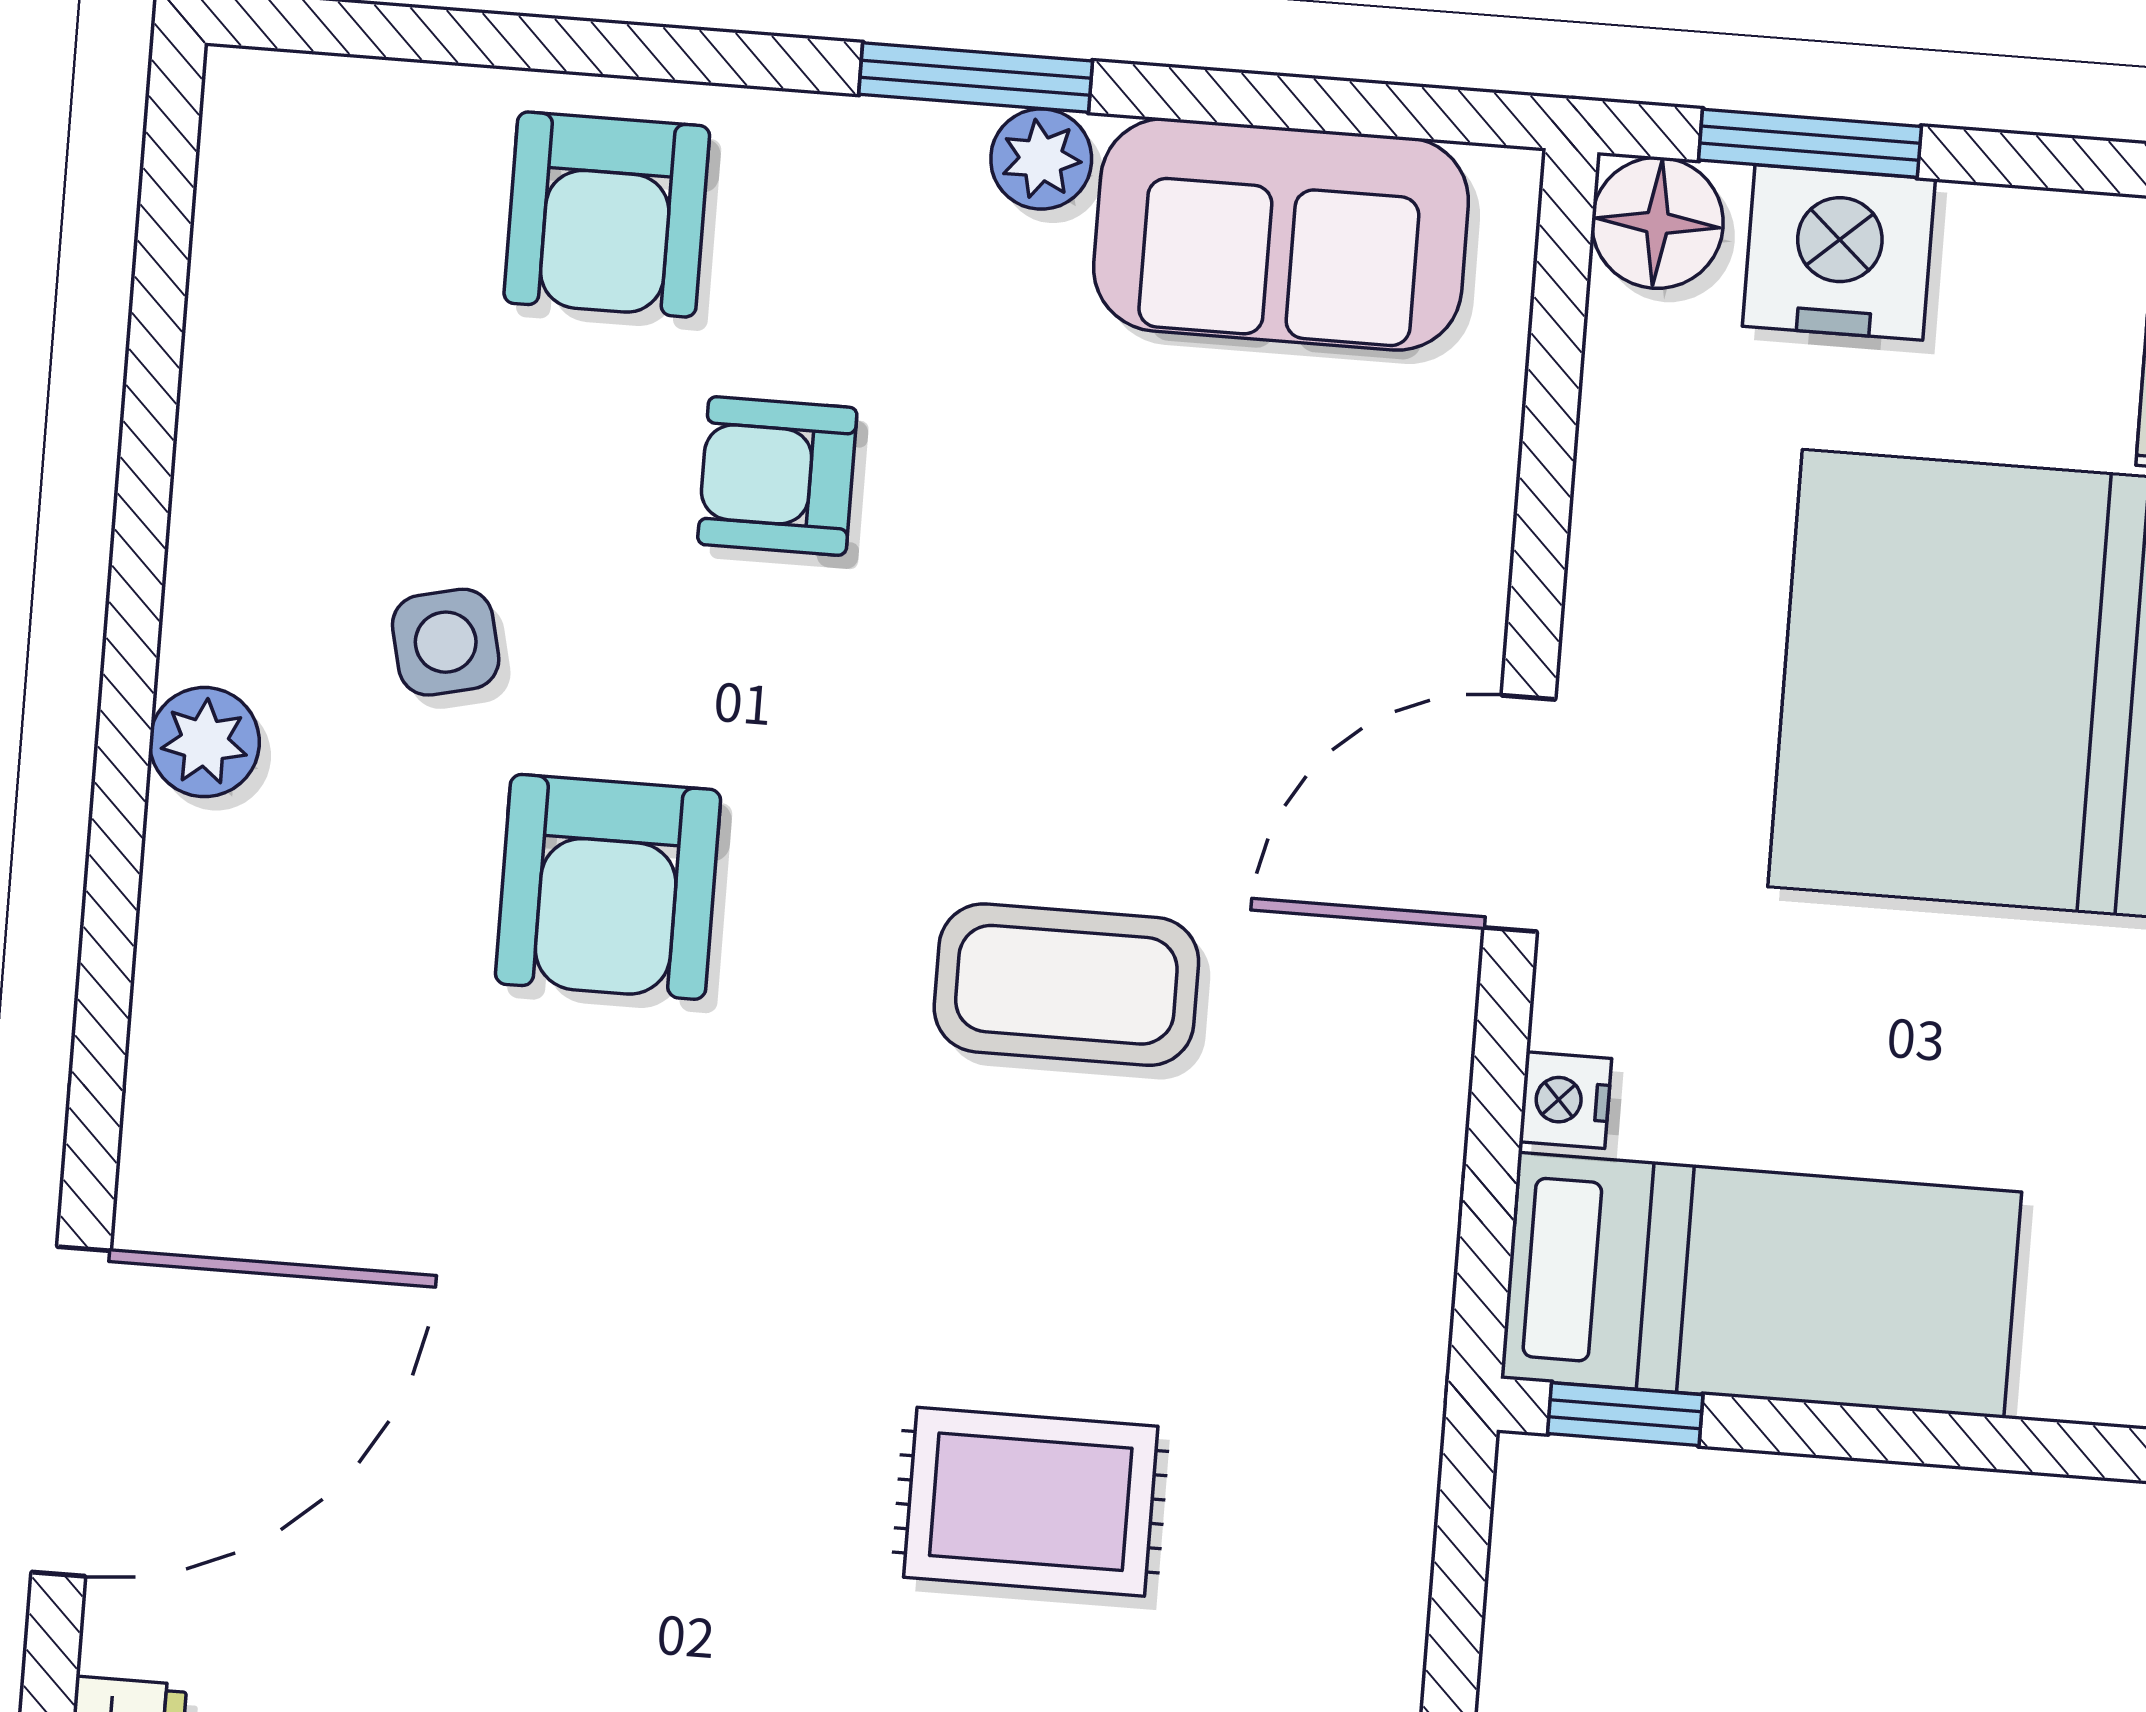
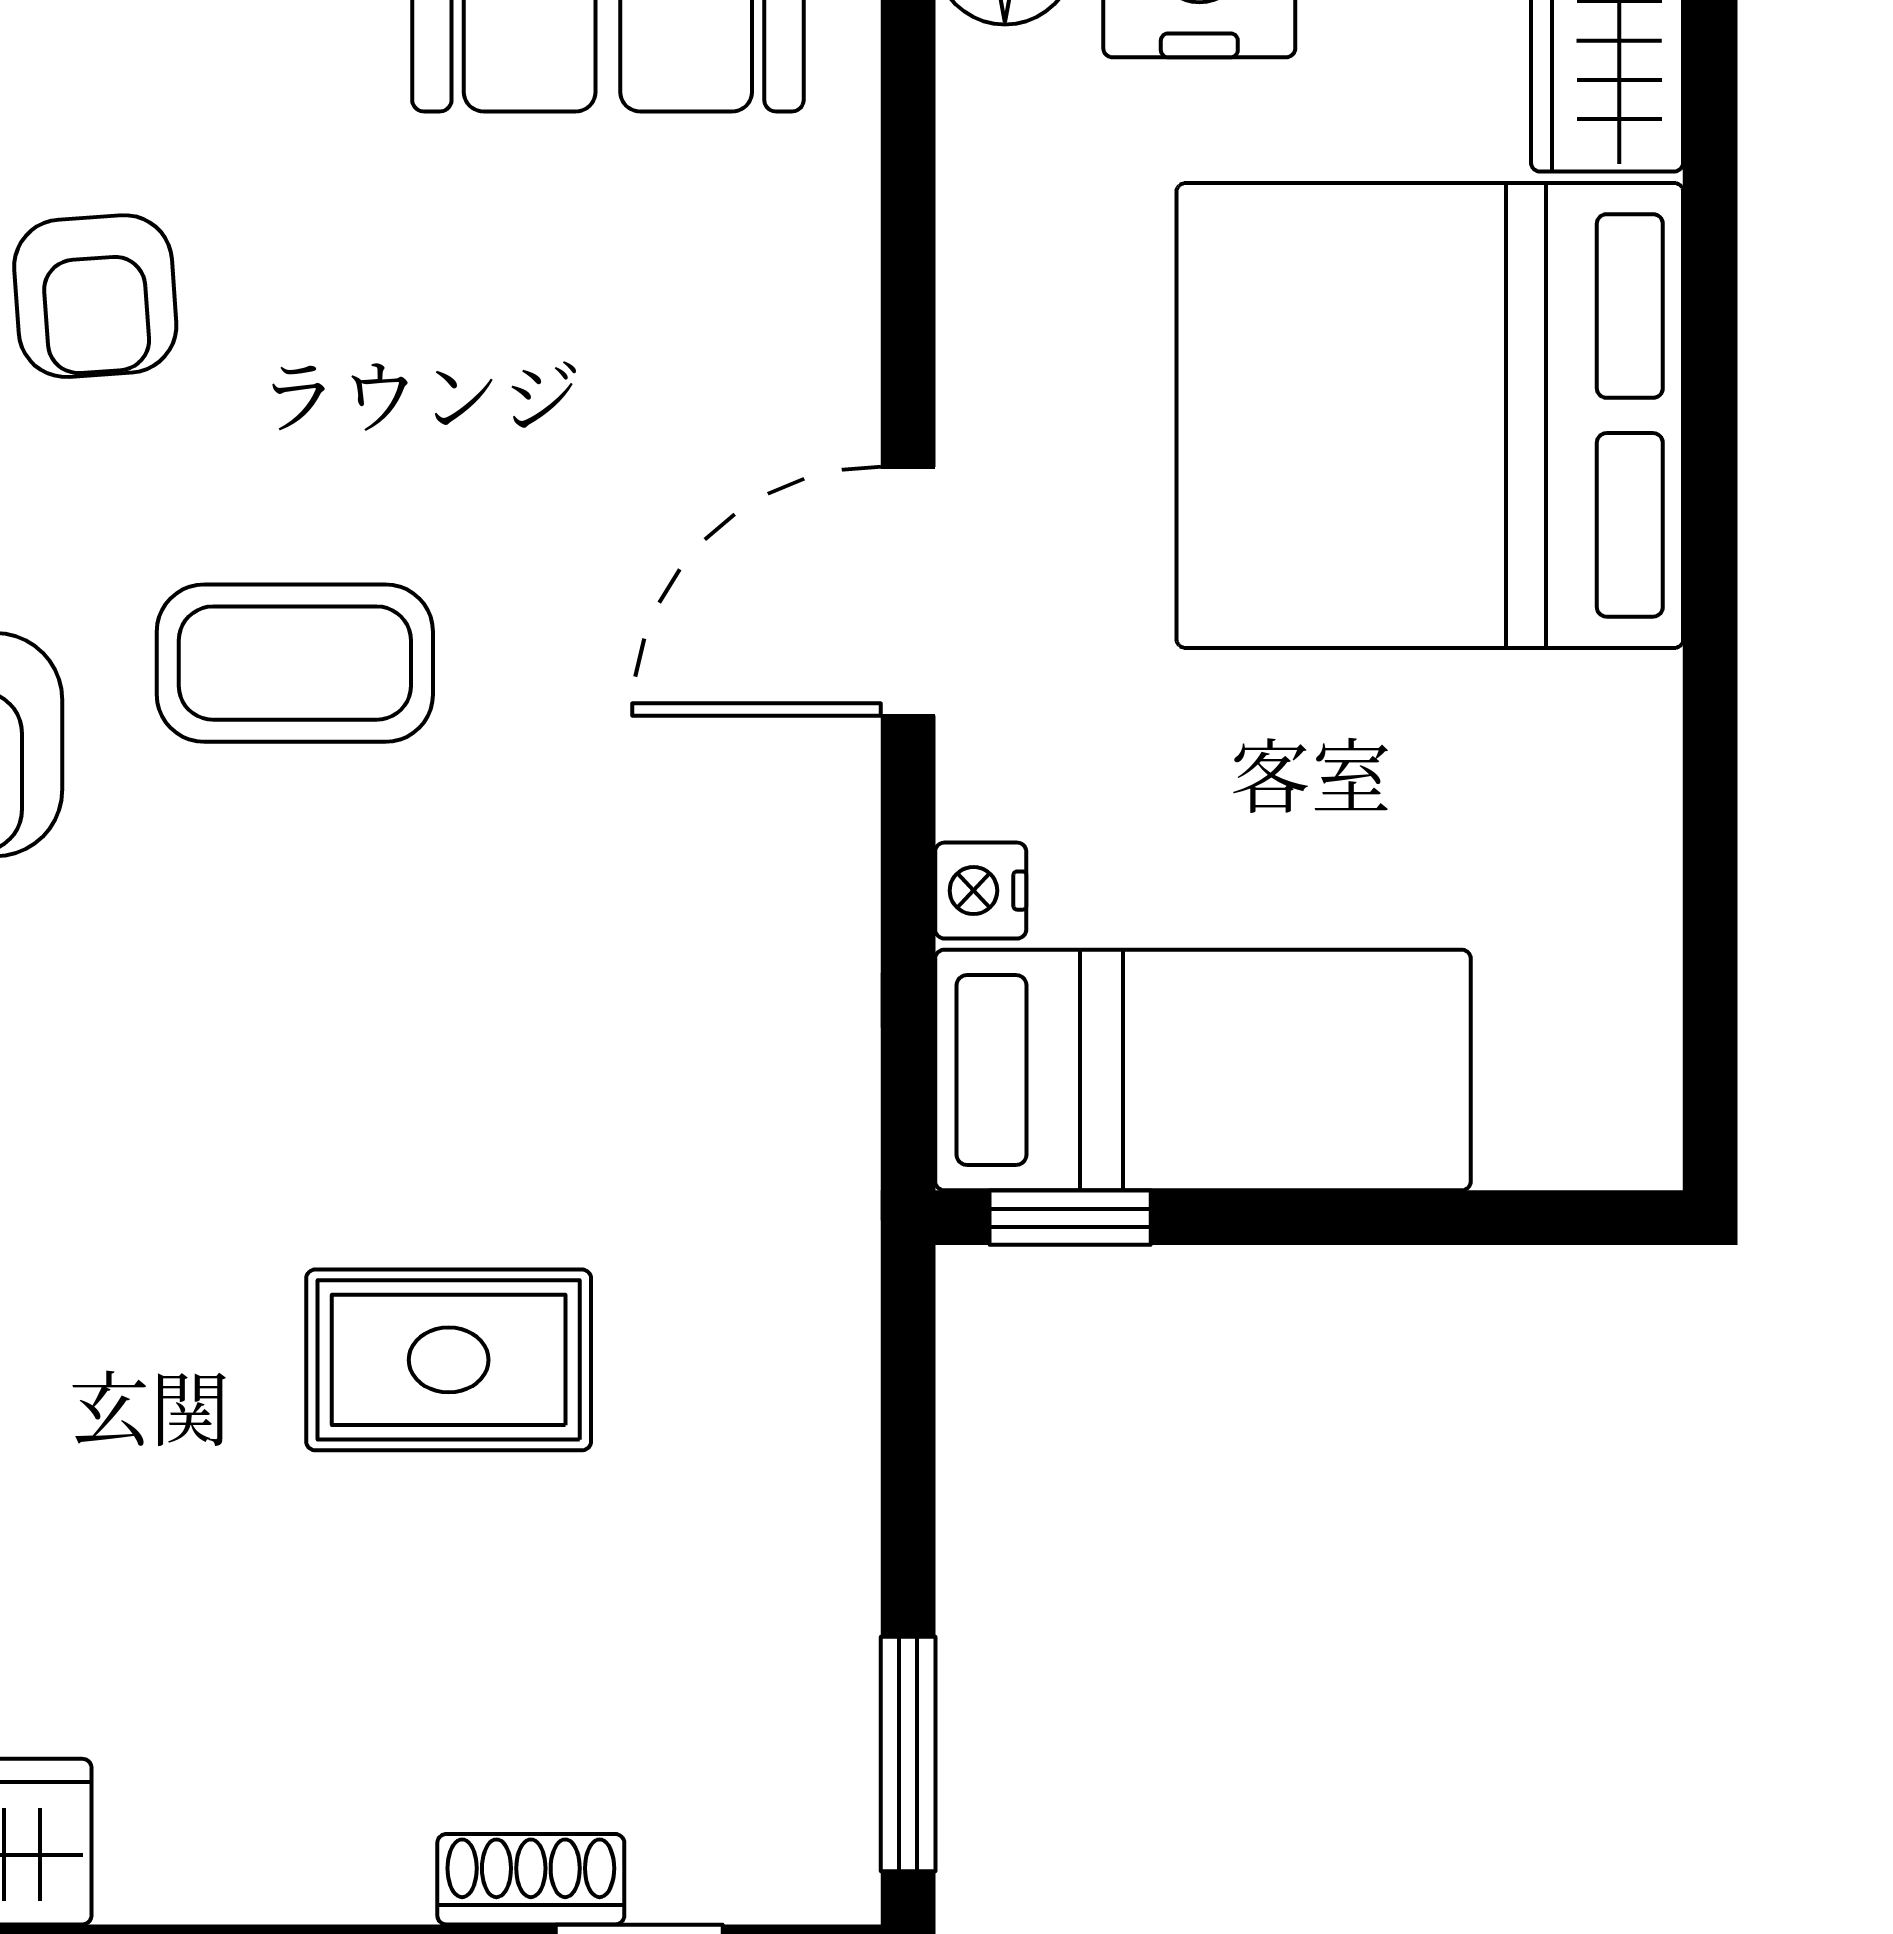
armchair: (777, 476) -> (95, 296), turned -94
coffee table: (1066, 985) -> (295, 663), moved

